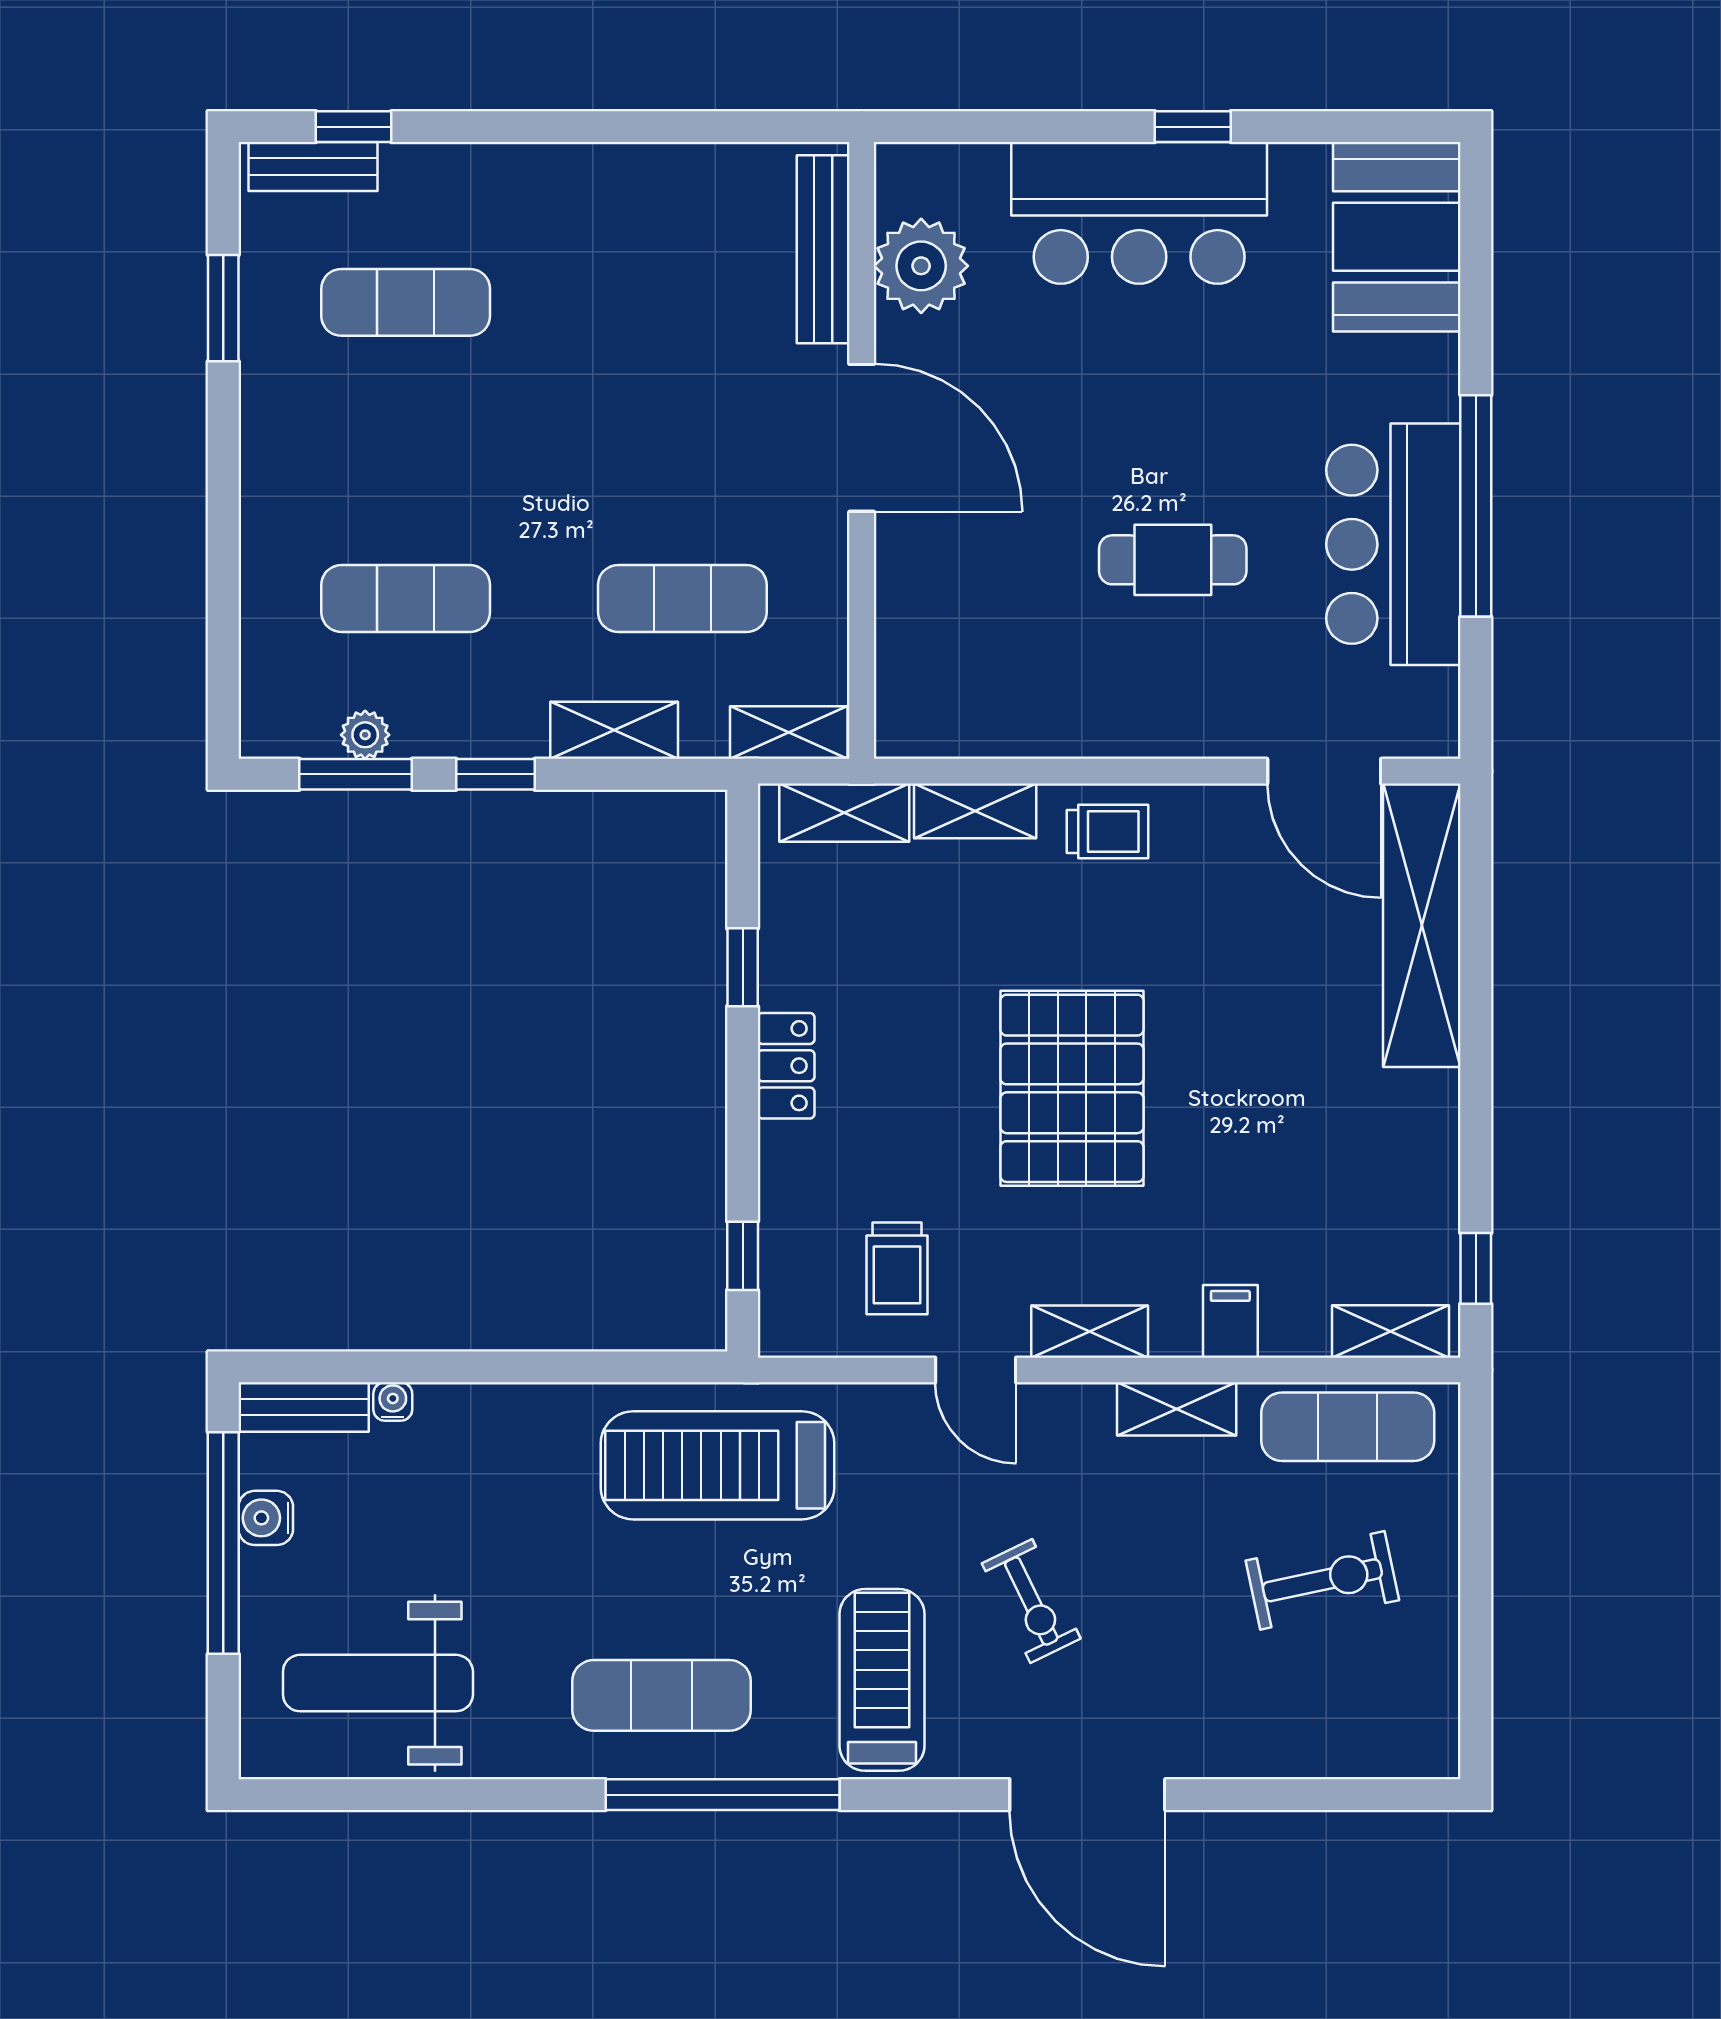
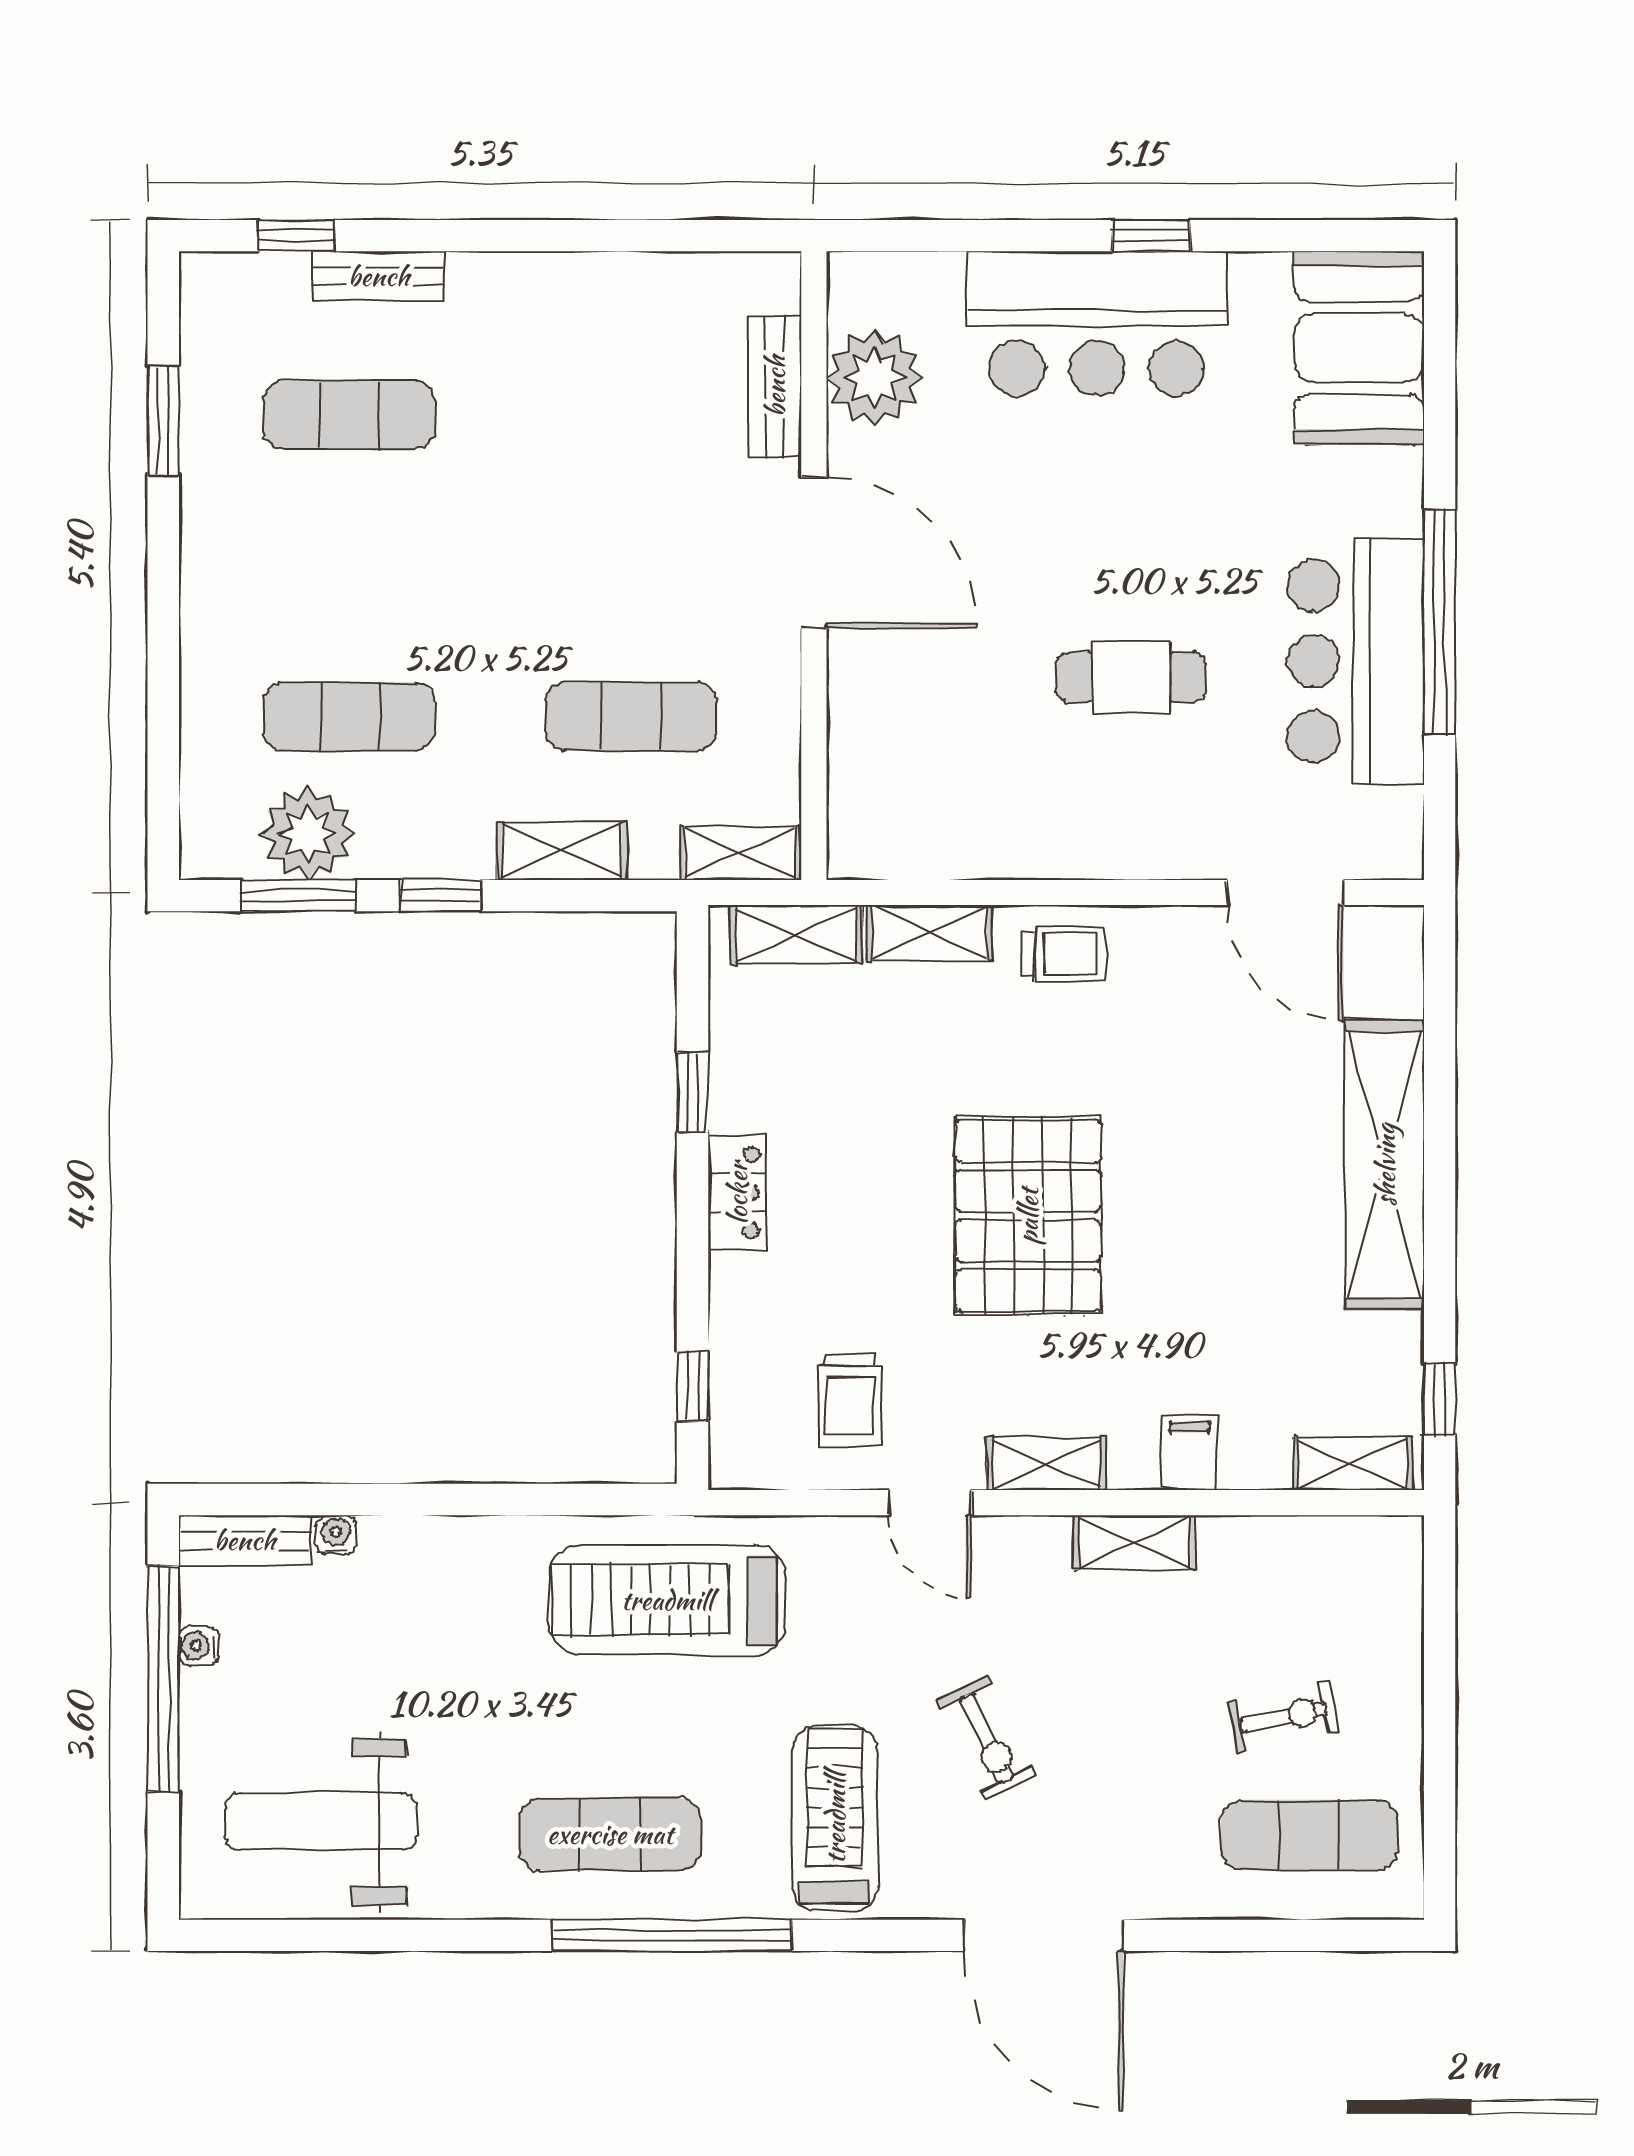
bench: (313, 166) -> (379, 276), moved
bench: (823, 249) -> (775, 386), width x0.73
plant: (365, 735) -> (308, 834), width x1.87, depth x1.87
shelving: (1422, 925) -> (1385, 1165), moved
exercise mat: (1348, 1427) -> (1309, 1835), moved
water cooler: (266, 1518) -> (199, 1646), width x0.72, depth x0.72
exercise bike: (1322, 1580) -> (1283, 1717), width x0.73, depth x0.72

